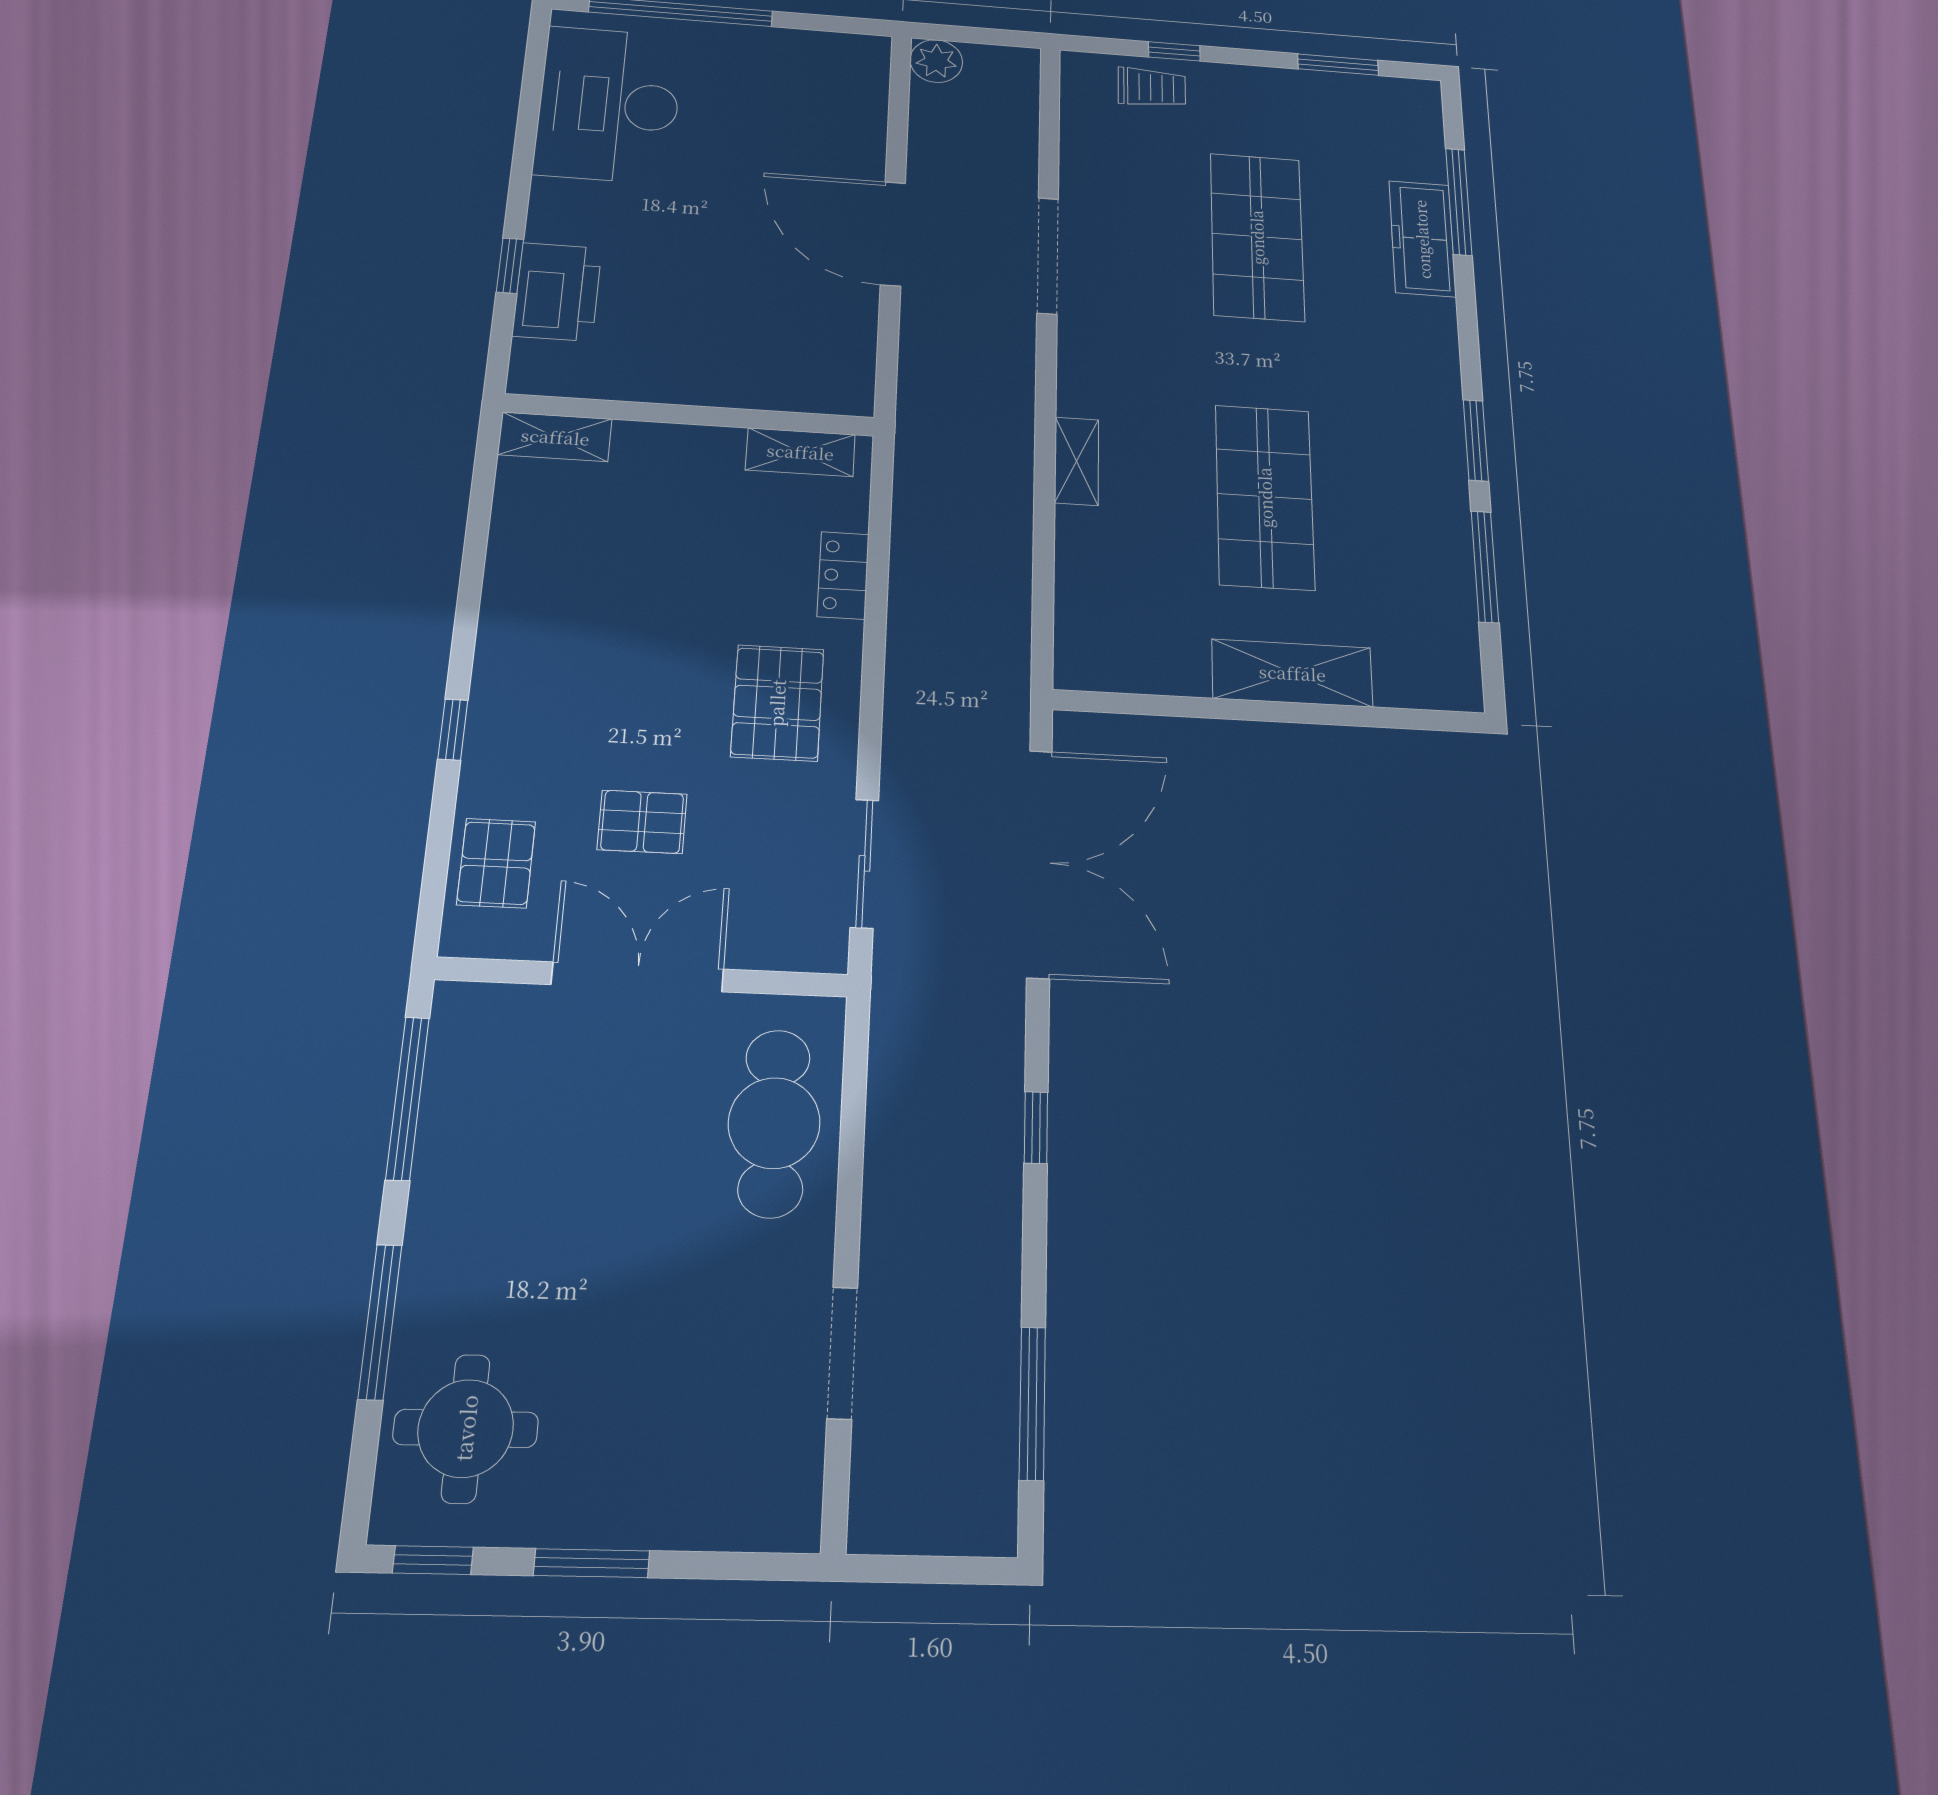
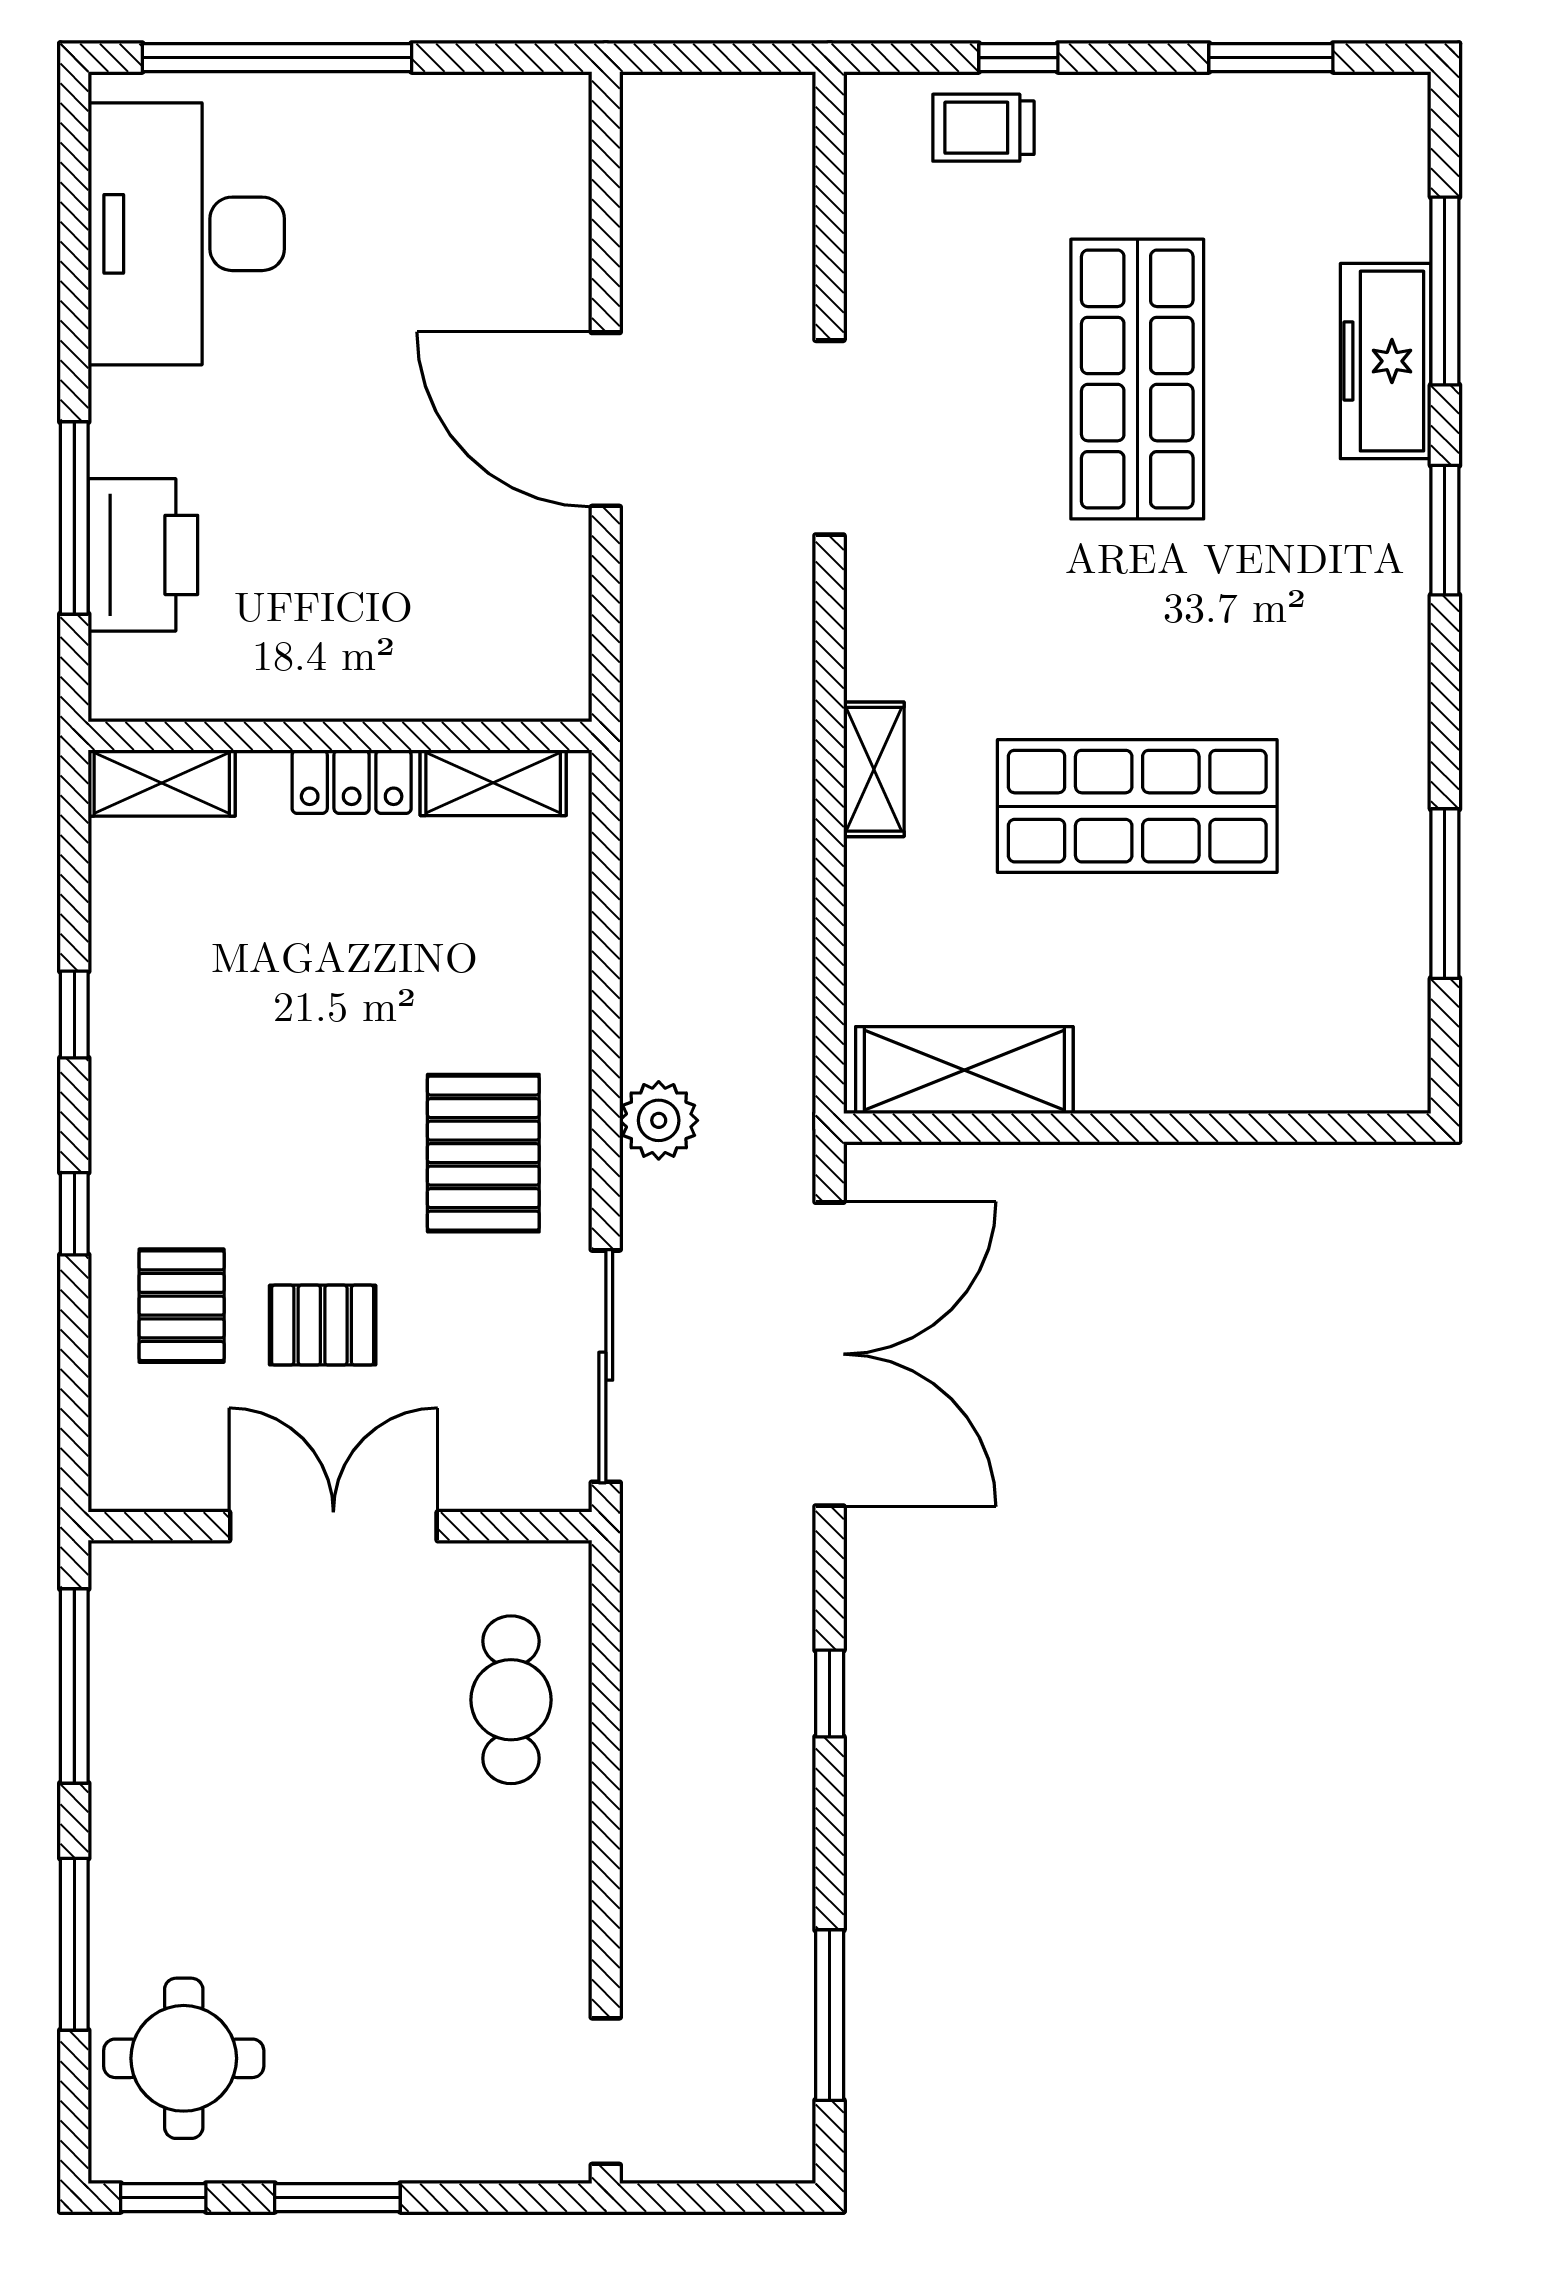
plant: (936, 61) -> (659, 1120), moved
trolley: (1152, 88) -> (983, 128), turned 180
window: (510, 266) -> (74, 518), width x2.17
window: (1476, 440) -> (1445, 530), moved
shop shelf: (1265, 497) -> (1137, 806), turned 90
locker: (843, 575) -> (352, 782), moved, turned -90
window: (470, 588) -> (74, 1015), added
shelving: (1292, 673) -> (964, 1070), moved
pallet: (496, 863) -> (182, 1306), moved
sliding door: (864, 863) -> (606, 1366), width x1.37
cafe table: (774, 1123) -> (511, 1700), width x0.73, depth x0.74
doorway: (842, 1353) -> (606, 2091), moved

